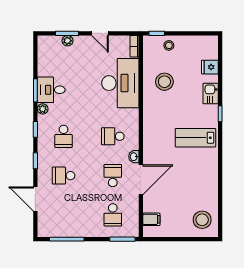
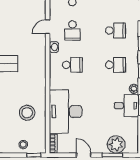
plant: (68, 41) -> (116, 144), width x1.87, depth x1.87
school desk: (64, 136) -> (115, 65), turned 90
door: (141, 180) -> (48, 27), width x0.53

